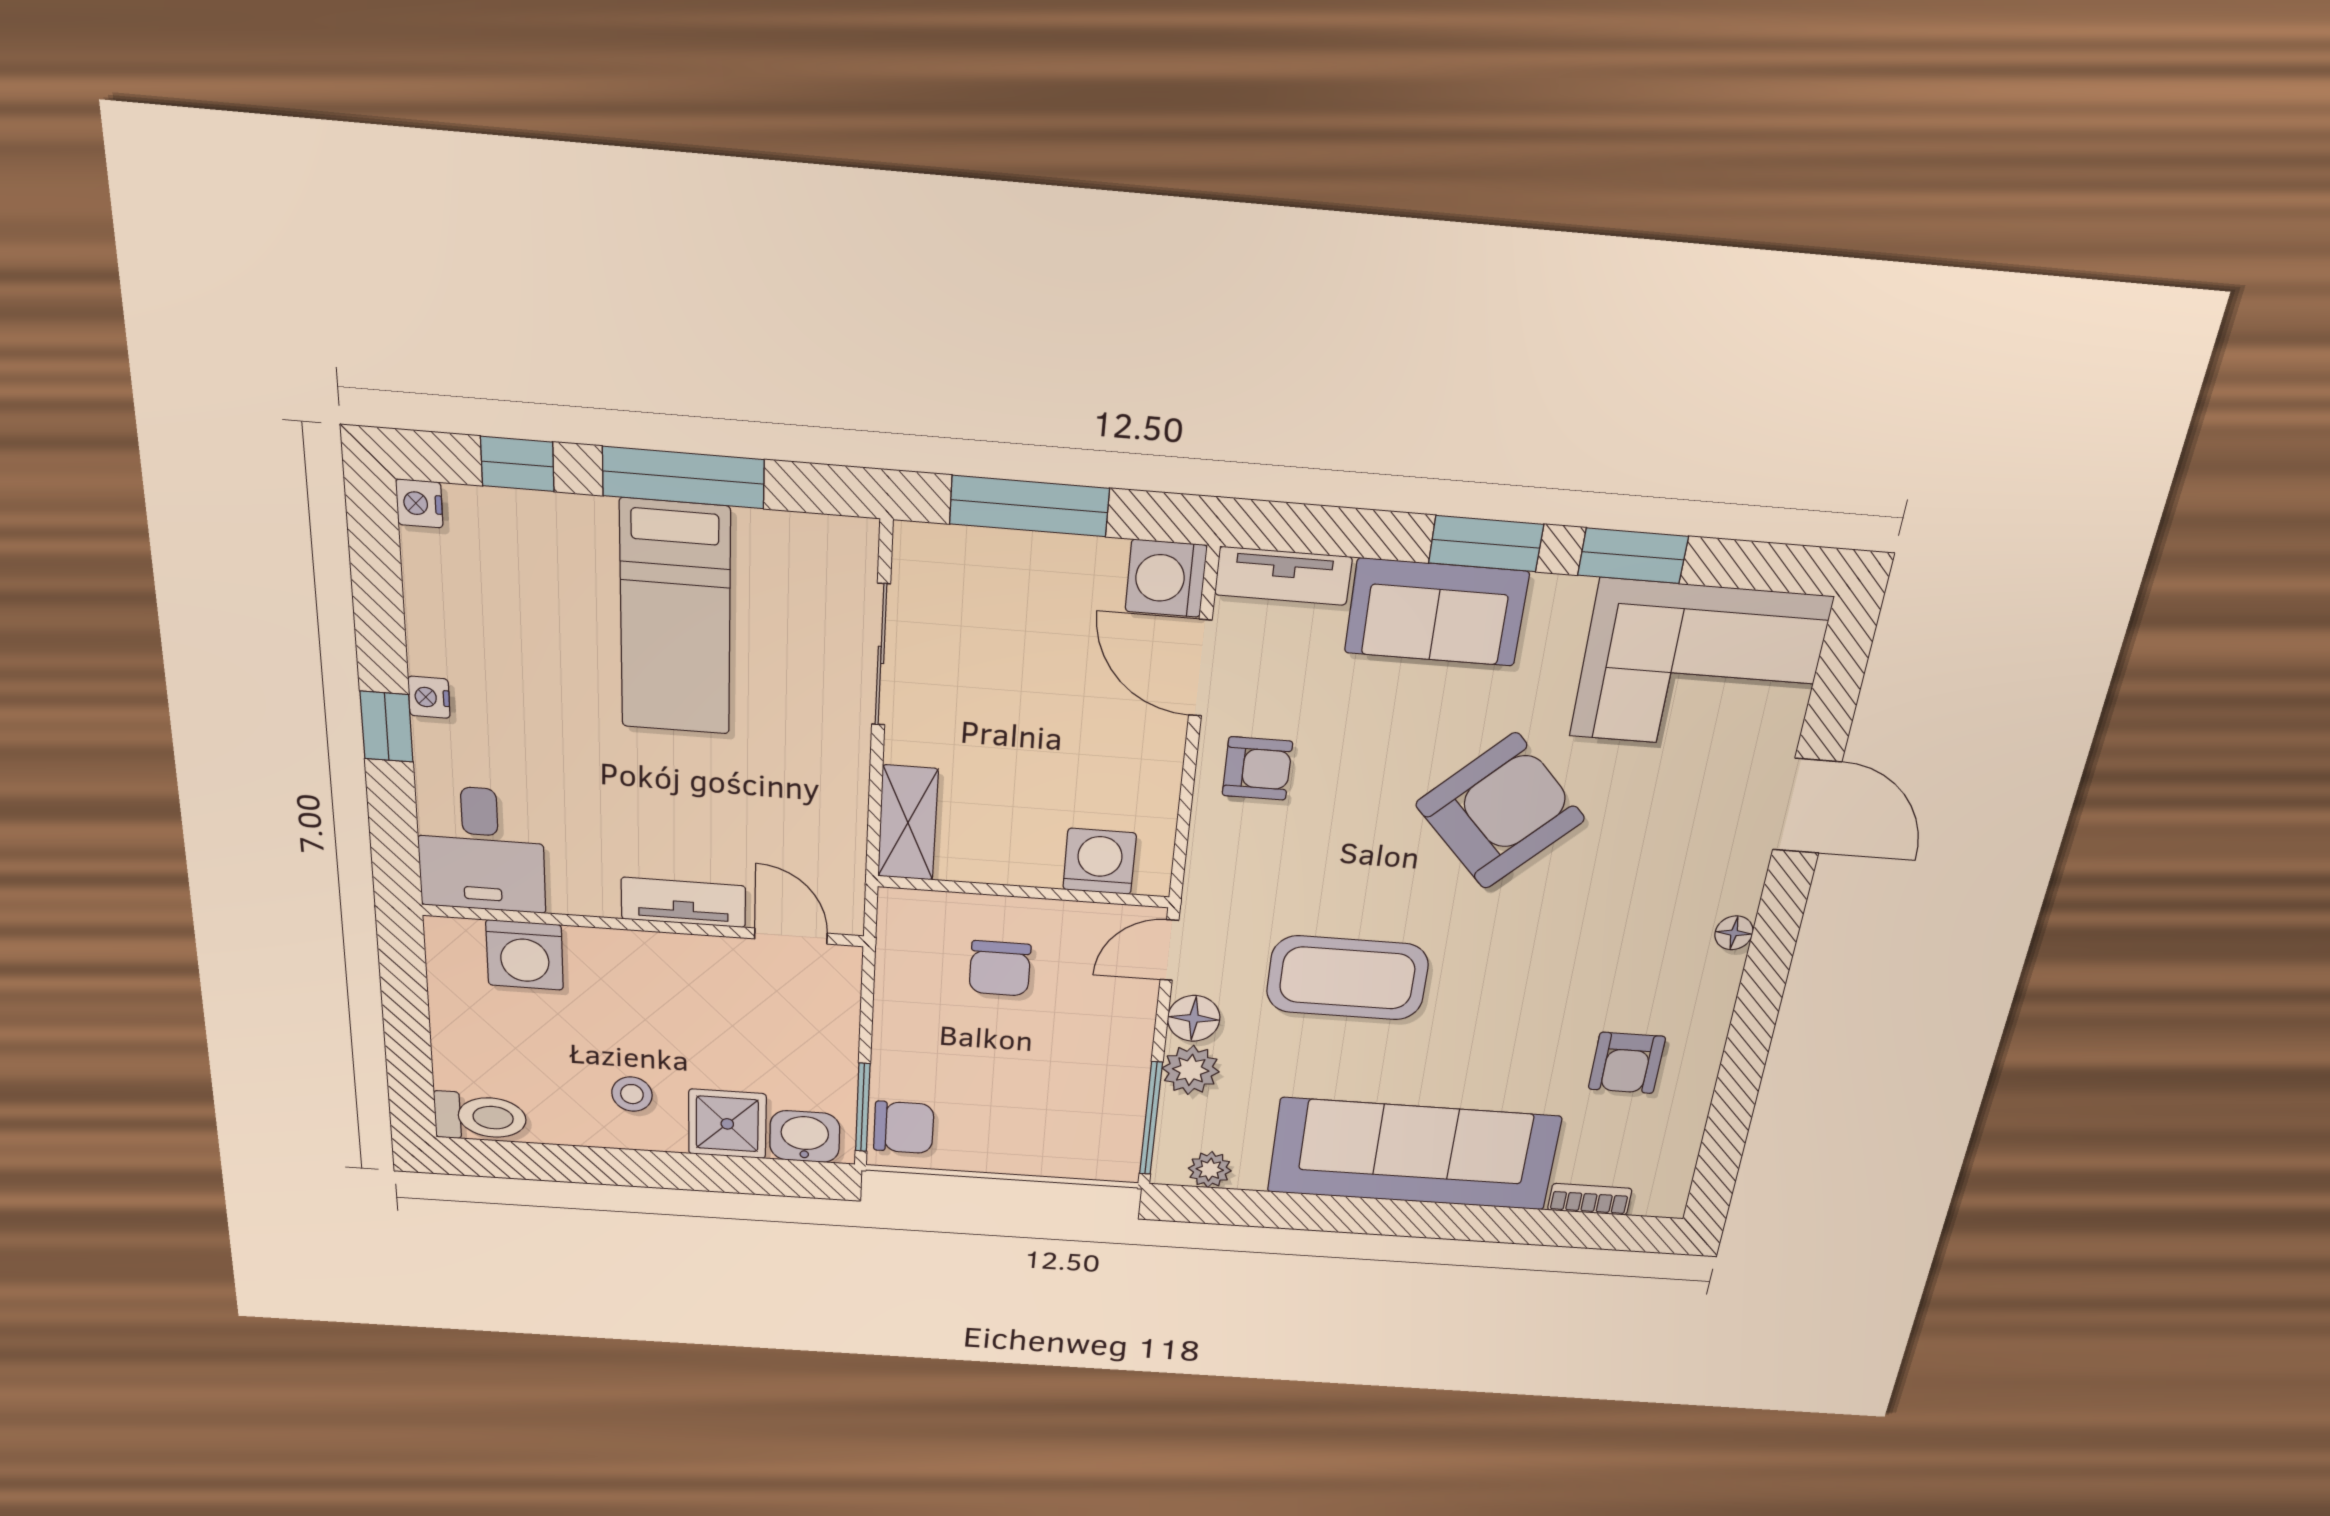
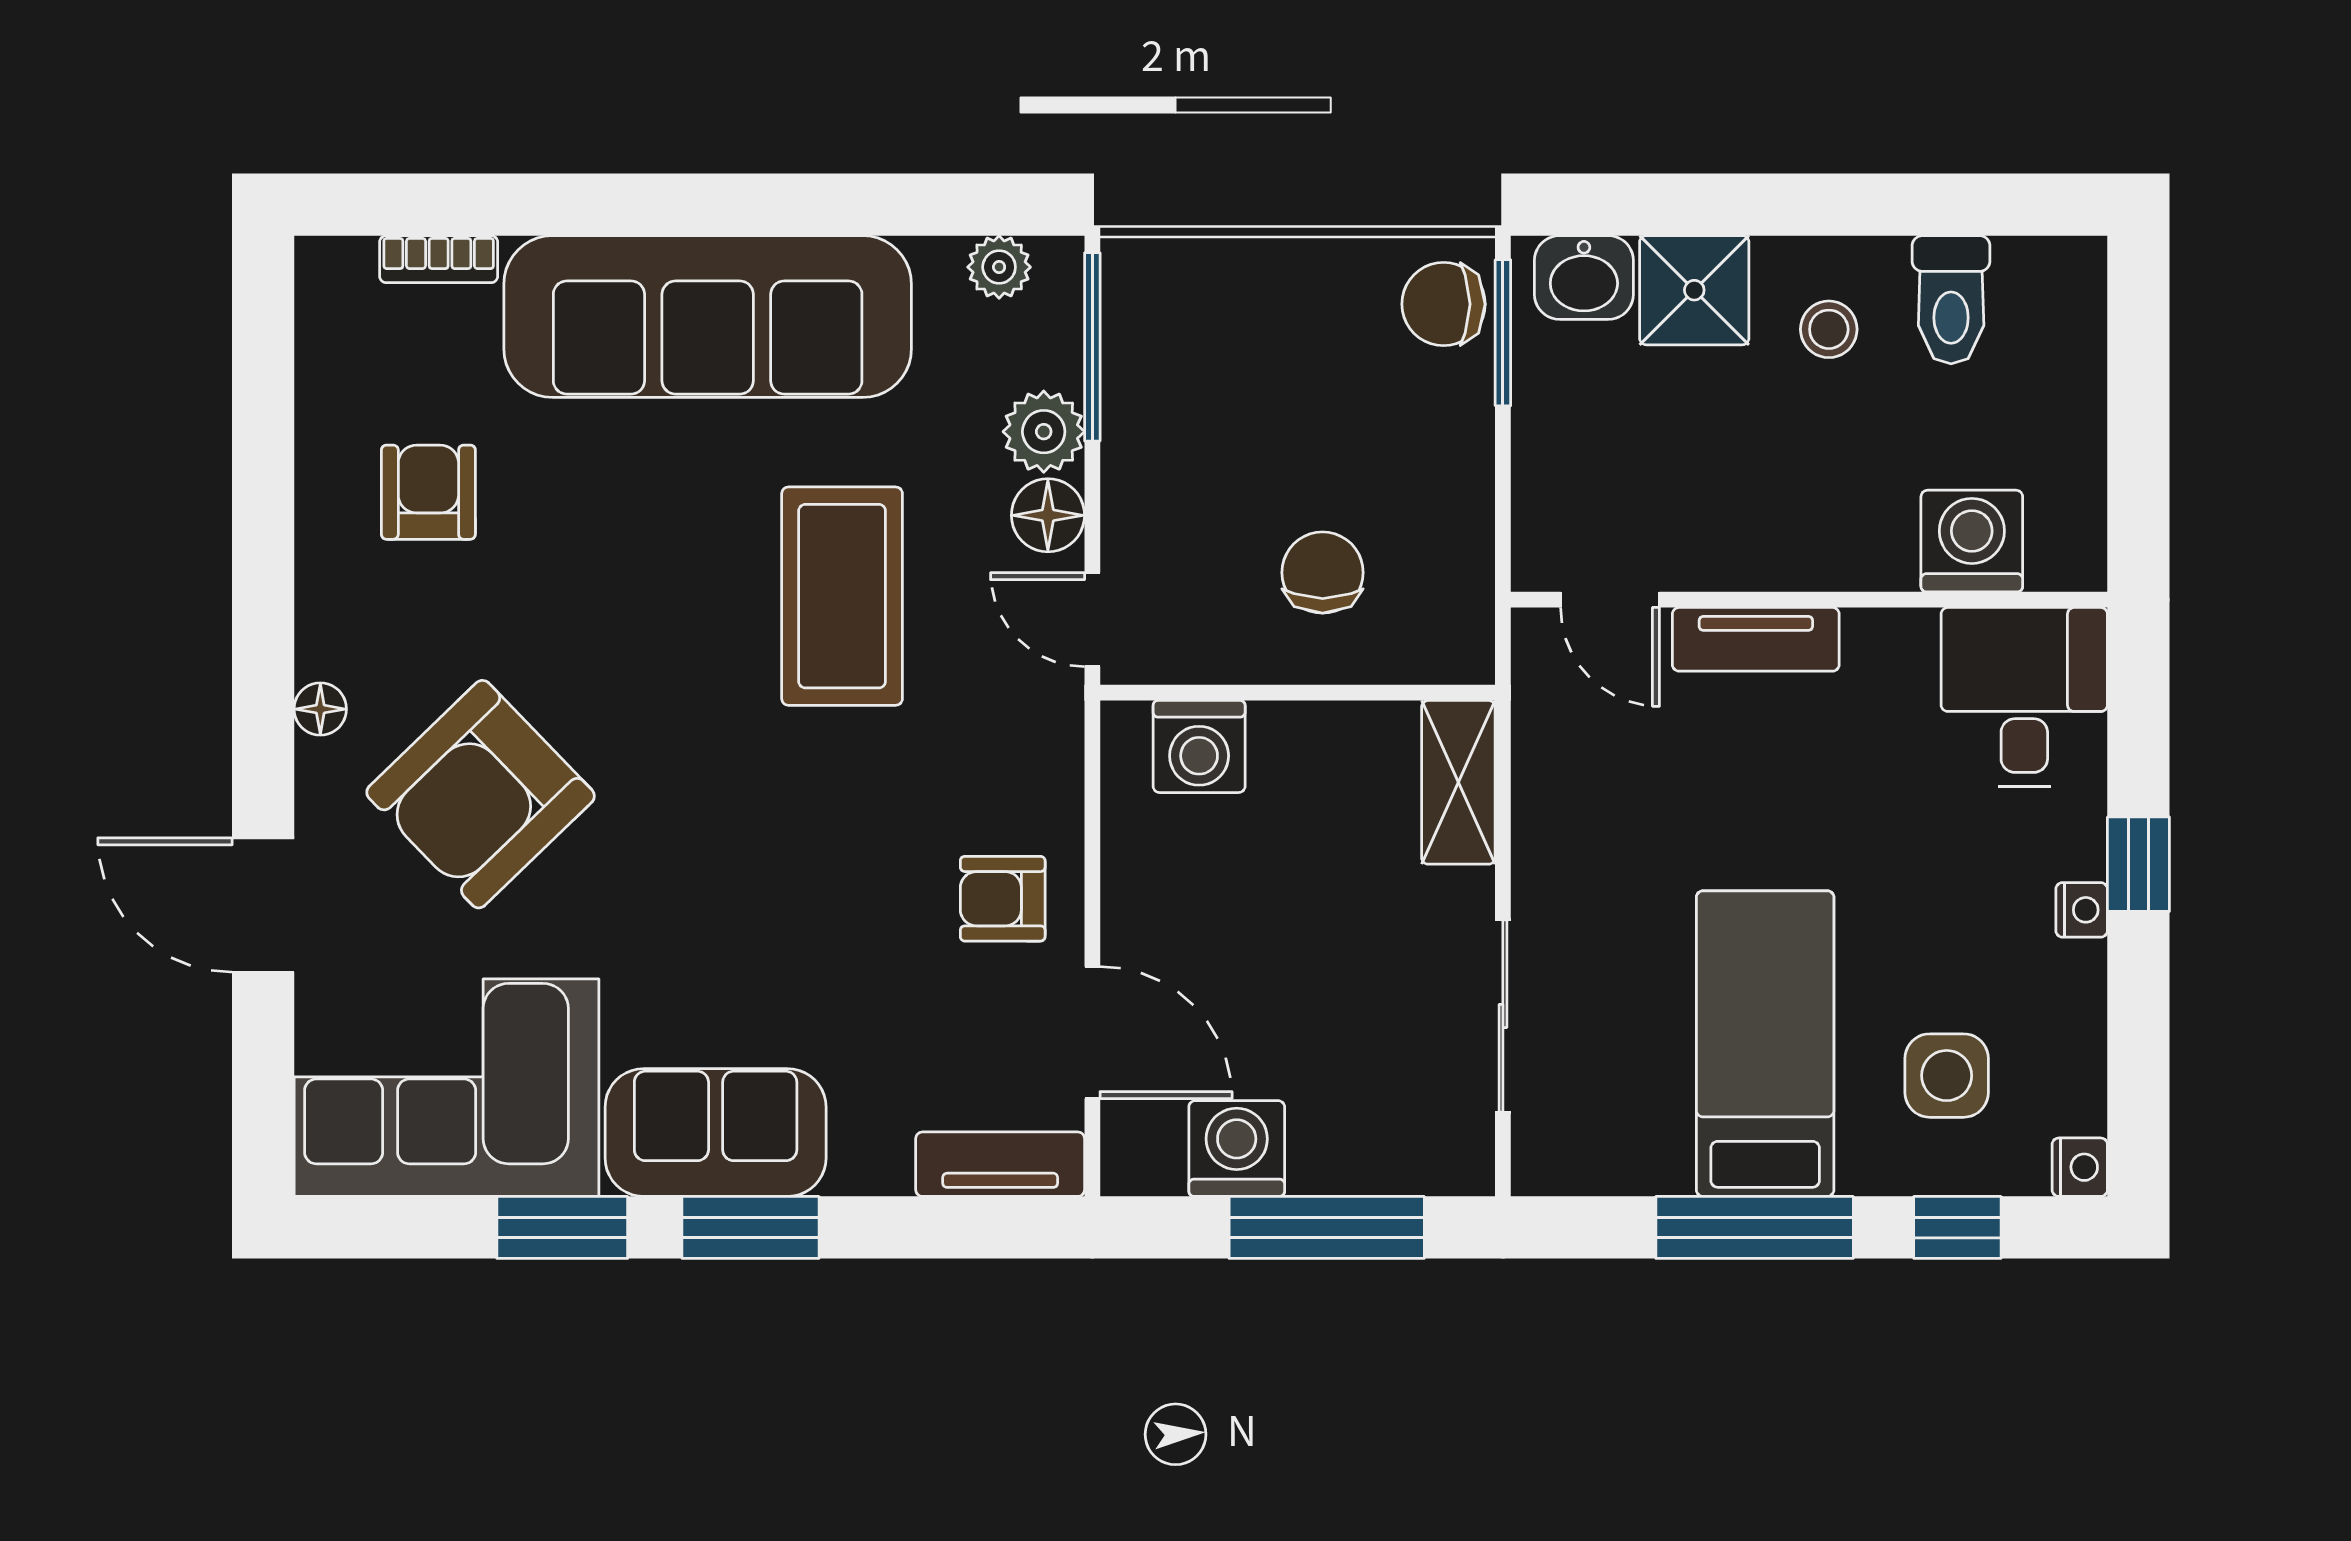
washing machine: (1166, 578) -> (1237, 1149), moved, turned -90
side table: (530, 583) -> (1947, 1076), added
sofa: (1436, 612) -> (716, 1133), moved
armchair: (1500, 811) -> (481, 794), moved
door: (1169, 950) -> (1092, 620), swing flipped
coffee table: (1347, 978) -> (842, 596), turned 90
toilet: (480, 1117) -> (1951, 300), moved, turned -90

